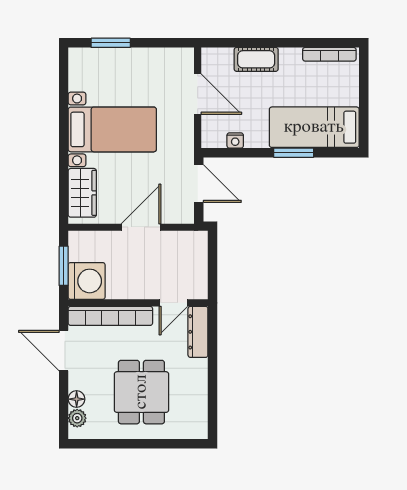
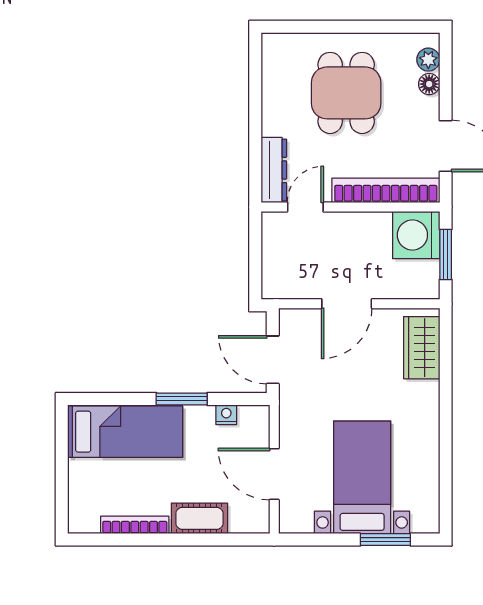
bookcase: (329, 54) -> (135, 525), moved
bed with nightstands: (112, 129) -> (362, 477), moved, turned 90
window: (294, 153) -> (182, 399), moved

